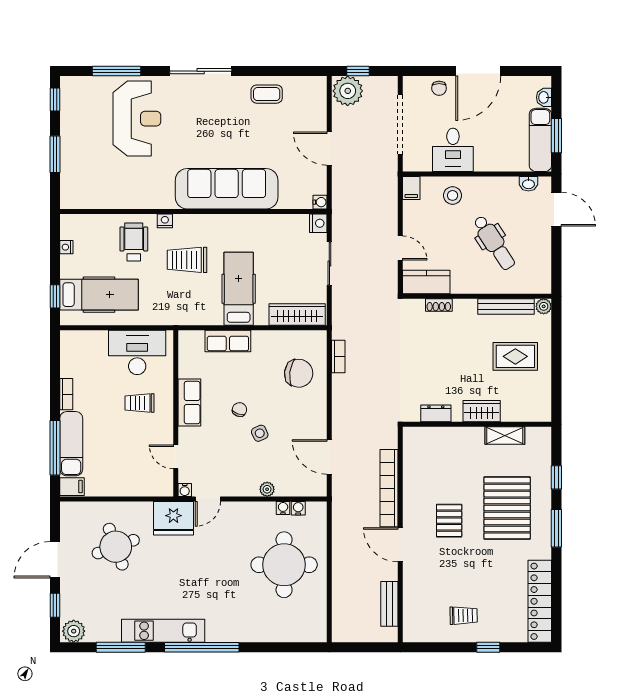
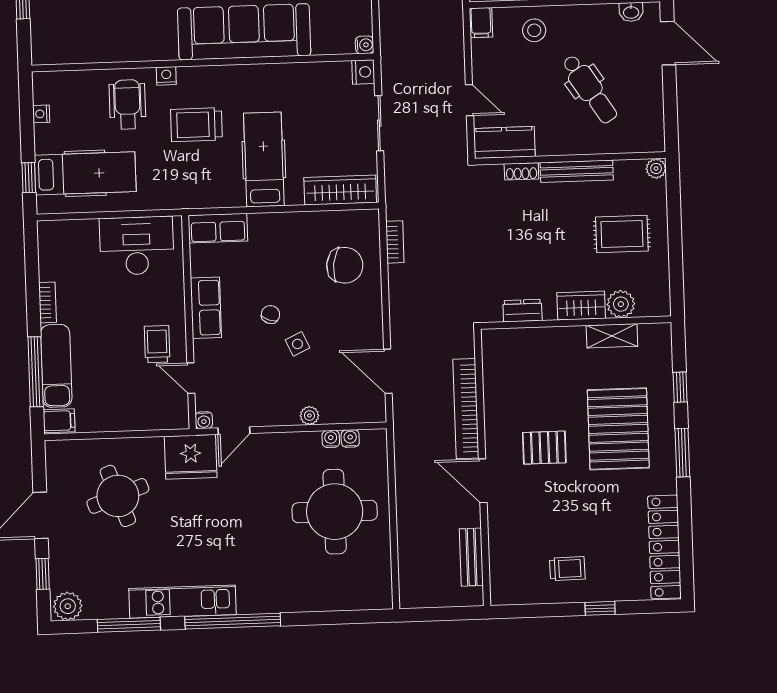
bench: (506, 306) -> (577, 171), moved
row of seats: (228, 341) -> (218, 228), moved
trolley: (139, 403) -> (157, 344), moved, turned 90
plant: (513, 411) -> (621, 304), added
pallet: (449, 521) -> (544, 448), turned 90

